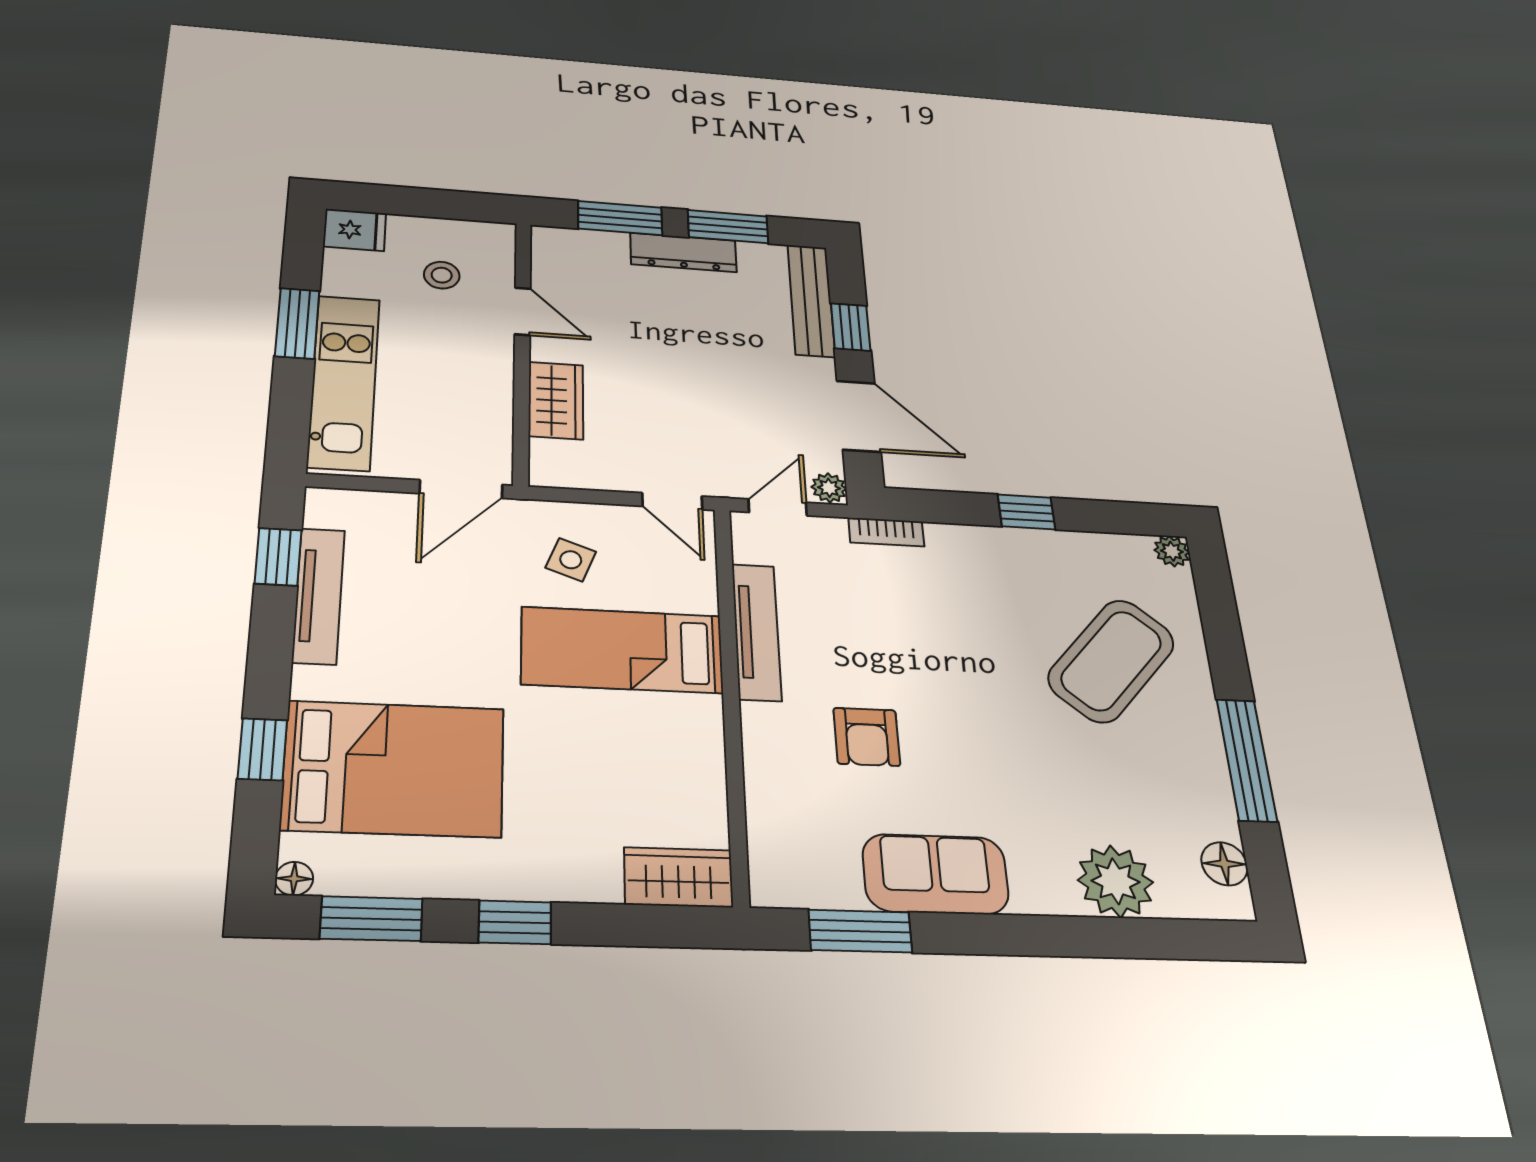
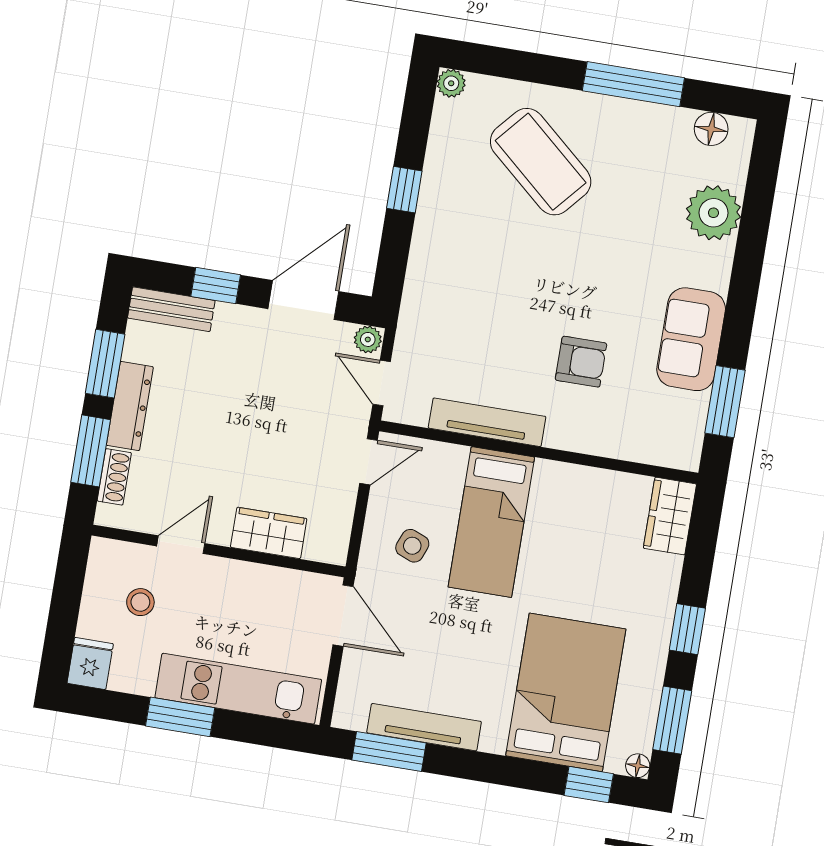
shoe rack: (594, 242) -> (114, 477), added
bench: (811, 300) -> (171, 309), width x0.73
bookcase: (886, 532) -> (412, 305), removed
window: (278, 557) -> (389, 752), width x1.50
window: (262, 749) -> (589, 785), moved

